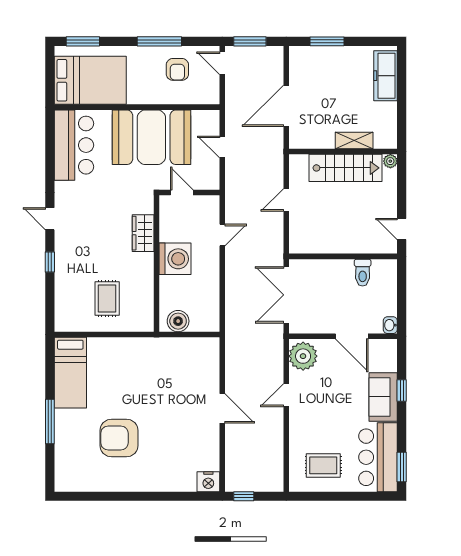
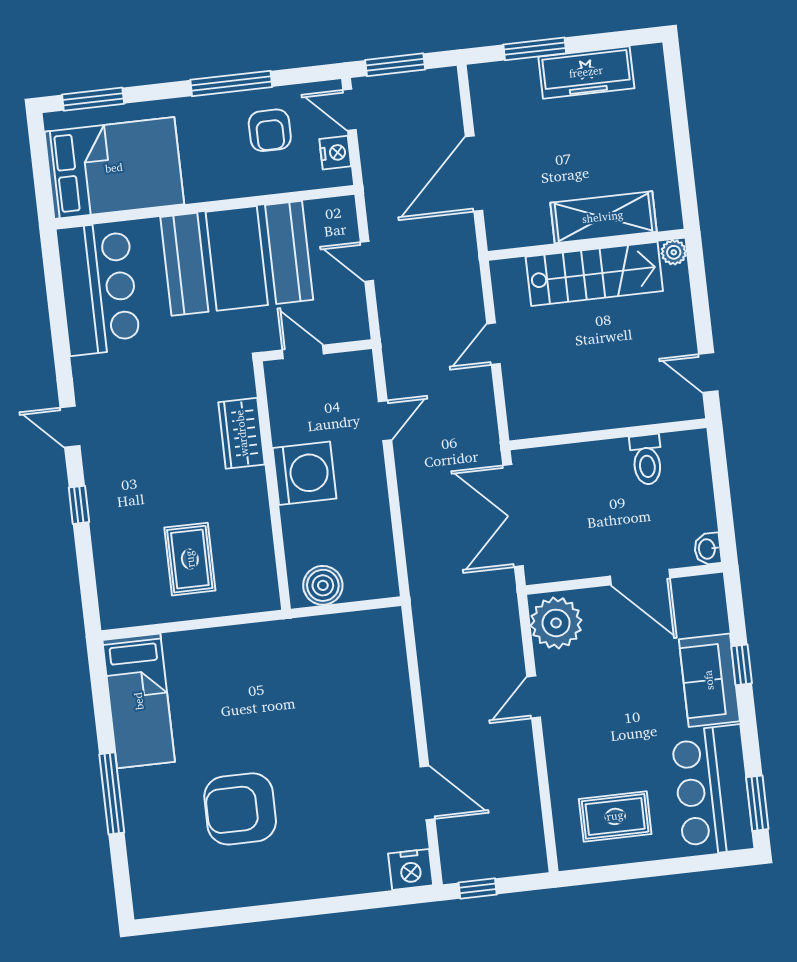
freezer: (386, 76) -> (586, 72), moved, turned -90
nightstand: (212, 86) -> (335, 153), added
shelving: (354, 140) -> (603, 217), width x1.50, depth x1.33
door: (222, 408) -> (427, 793), moved

